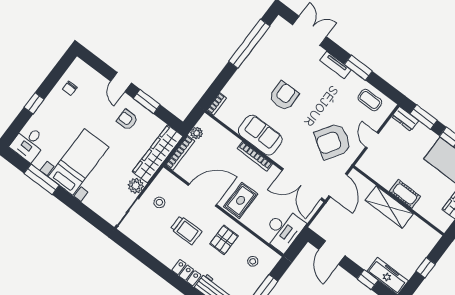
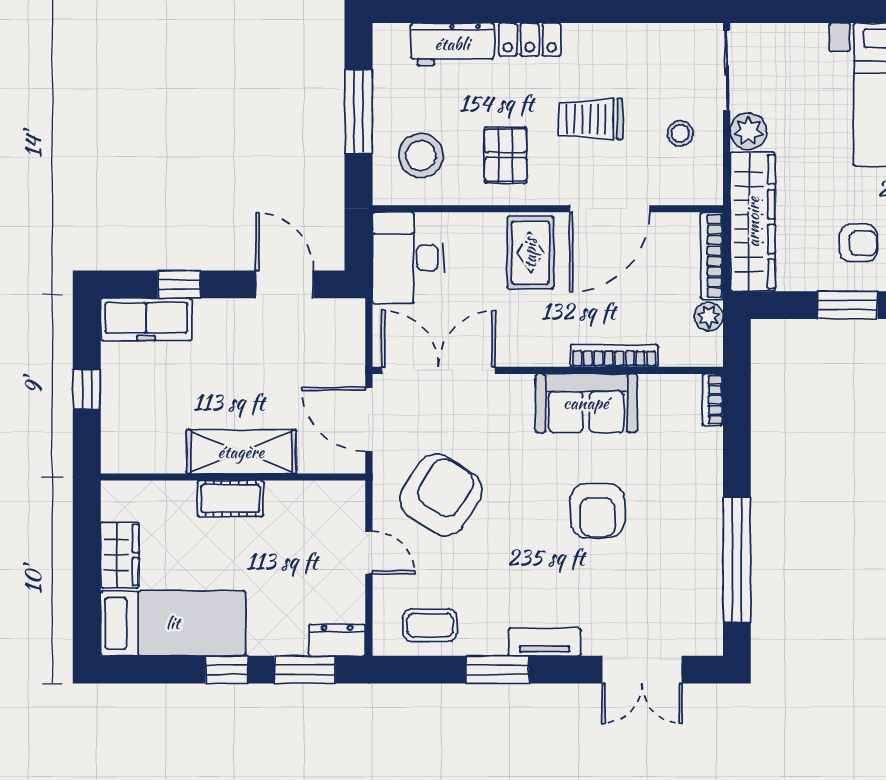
bookcase: (255, 156) -> (614, 356), moved
stool: (253, 261) -> (421, 155), width x1.89, depth x1.89

